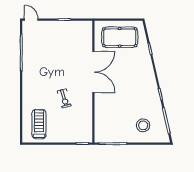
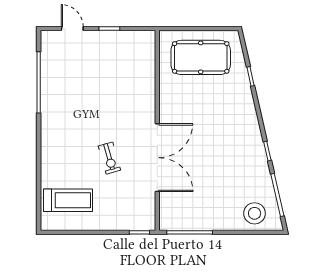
door: (31, 20) -> (72, 29), moved
double door: (93, 72) -> (157, 158), moved
treadmill: (39, 124) -> (68, 200), turned 90
stool: (143, 125) -> (255, 213), moved

